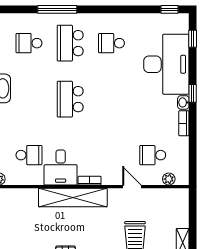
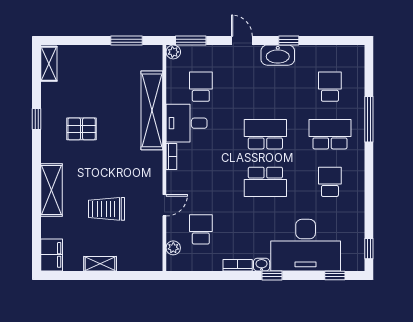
school desk: (111, 99) -> (265, 182), added
school desk: (29, 155) -> (201, 87), turned 180
shelving: (73, 198) -> (152, 110), moved

